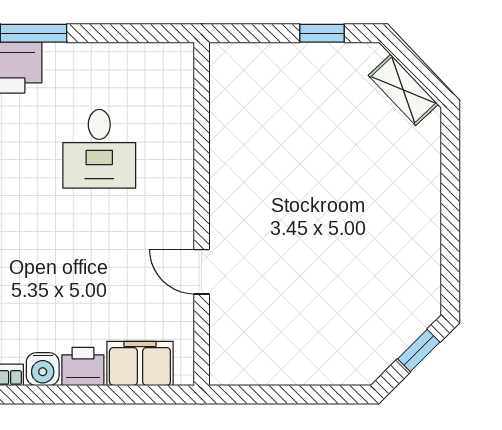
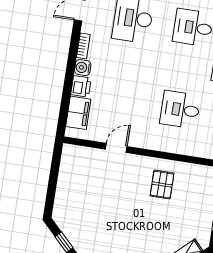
pallet: (264, 162) -> (162, 185), added

